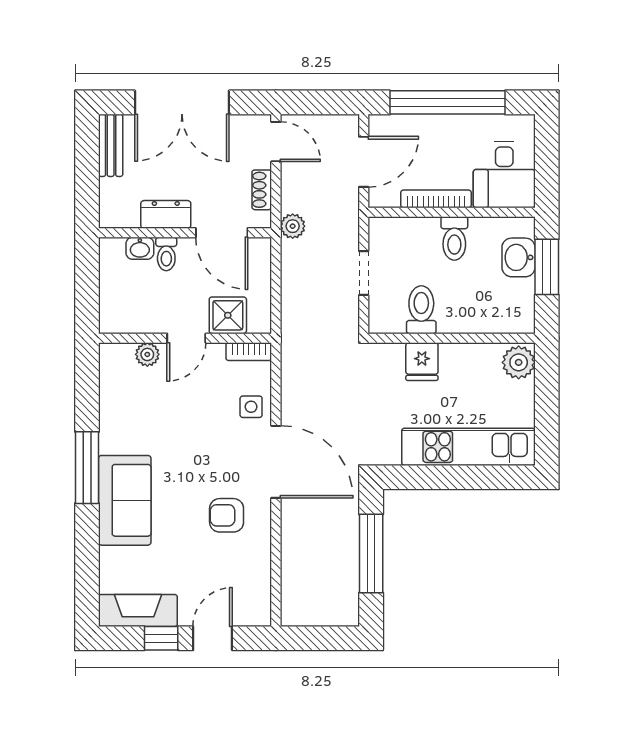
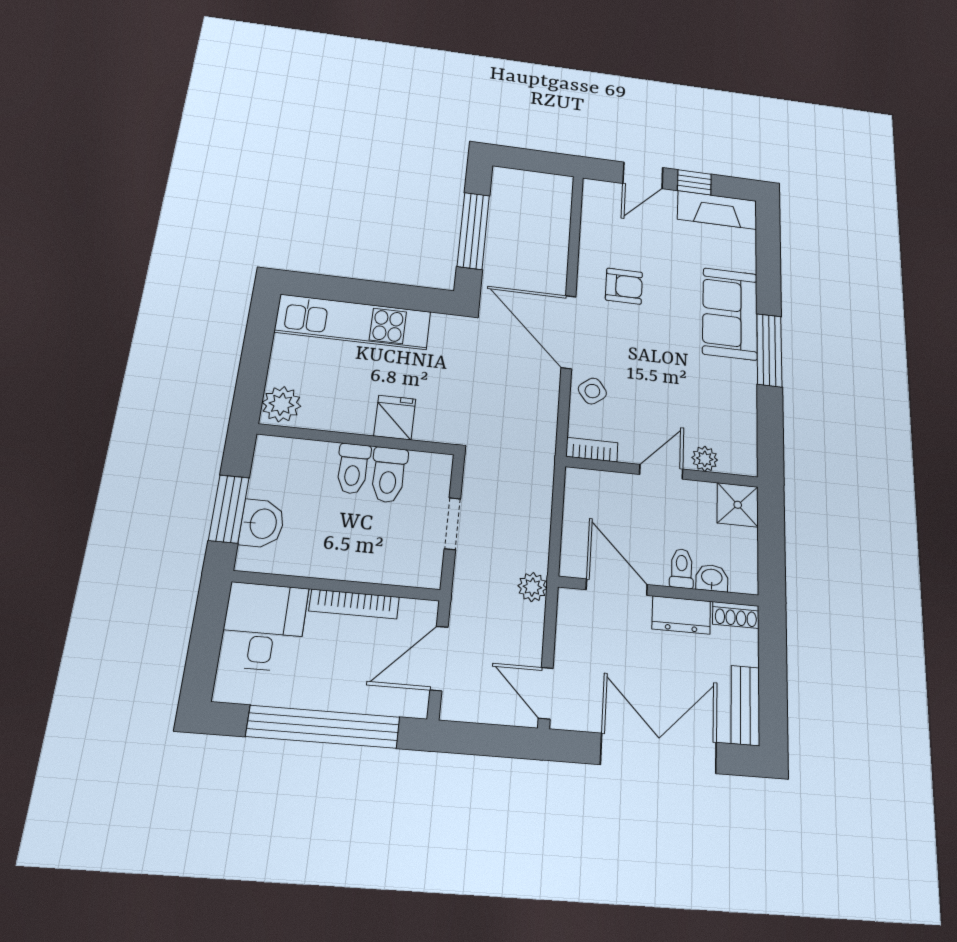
shoe rack: (262, 190) -> (736, 615), moved, turned 90
toilet: (454, 238) -> (353, 469), moved, turned 180
shower: (228, 315) -> (738, 505), moved
side table: (251, 407) -> (592, 391), turned -37

